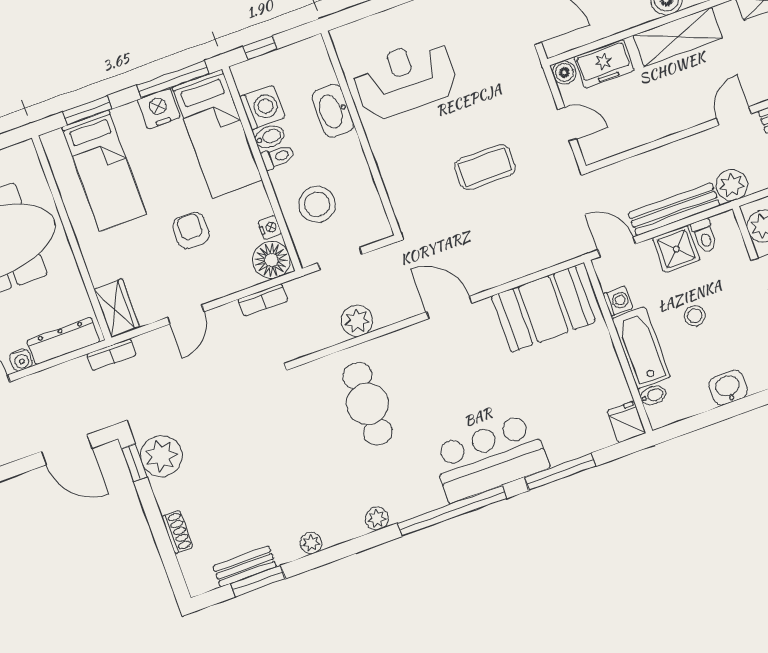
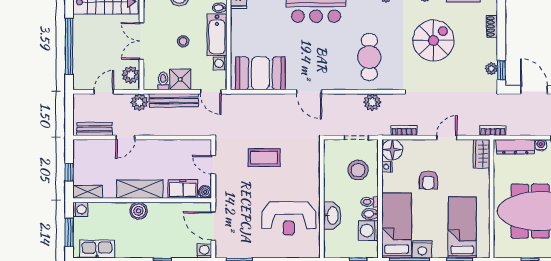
plant: (357, 321) -> (372, 102), moved
plant: (161, 456) -> (491, 69), width x0.53, depth x0.53
spiral stairs: (268, 472) -> (433, 41), added

